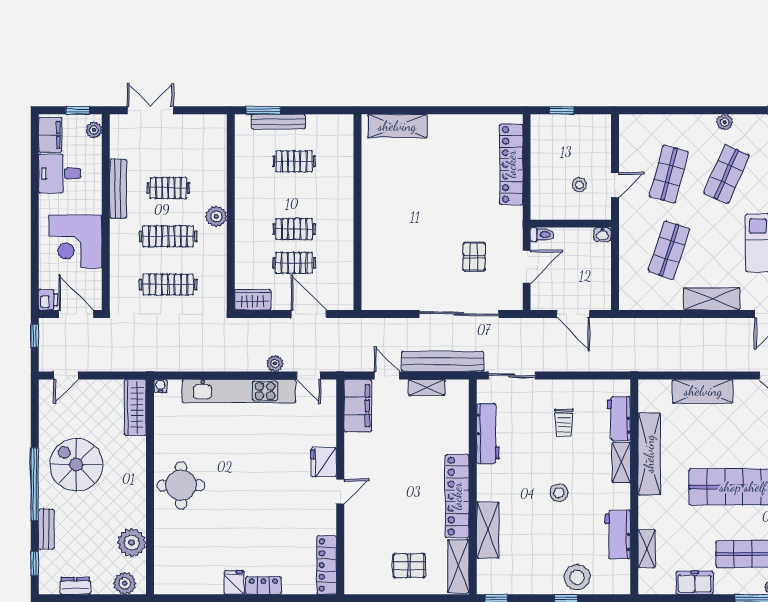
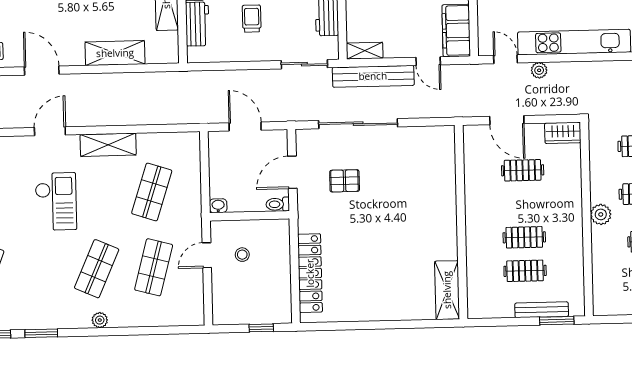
shelving: (397, 126) -> (447, 290), moved, turned 90
clothes rail: (294, 229) -> (524, 237), moved
pallet: (474, 257) -> (345, 181), turned 90
shelving: (427, 388) -> (365, 51), moved

